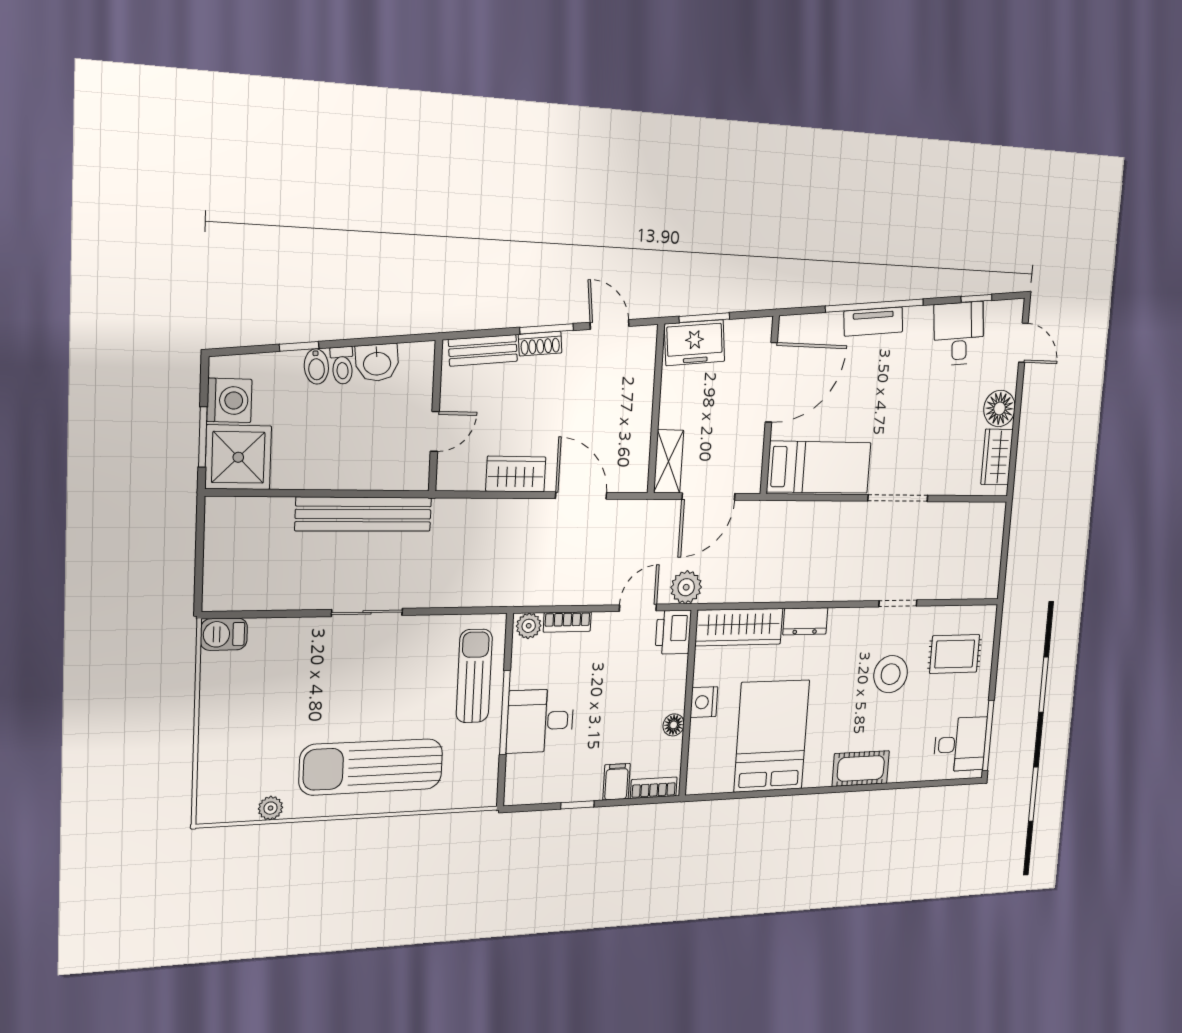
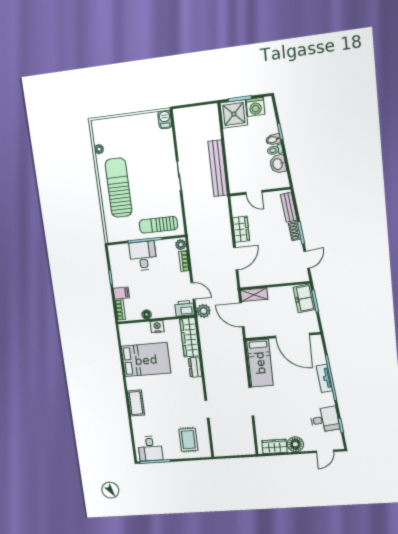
stool: (891, 674) -> (177, 411), removed
sun lounger: (474, 676) -> (158, 225), turned 180

